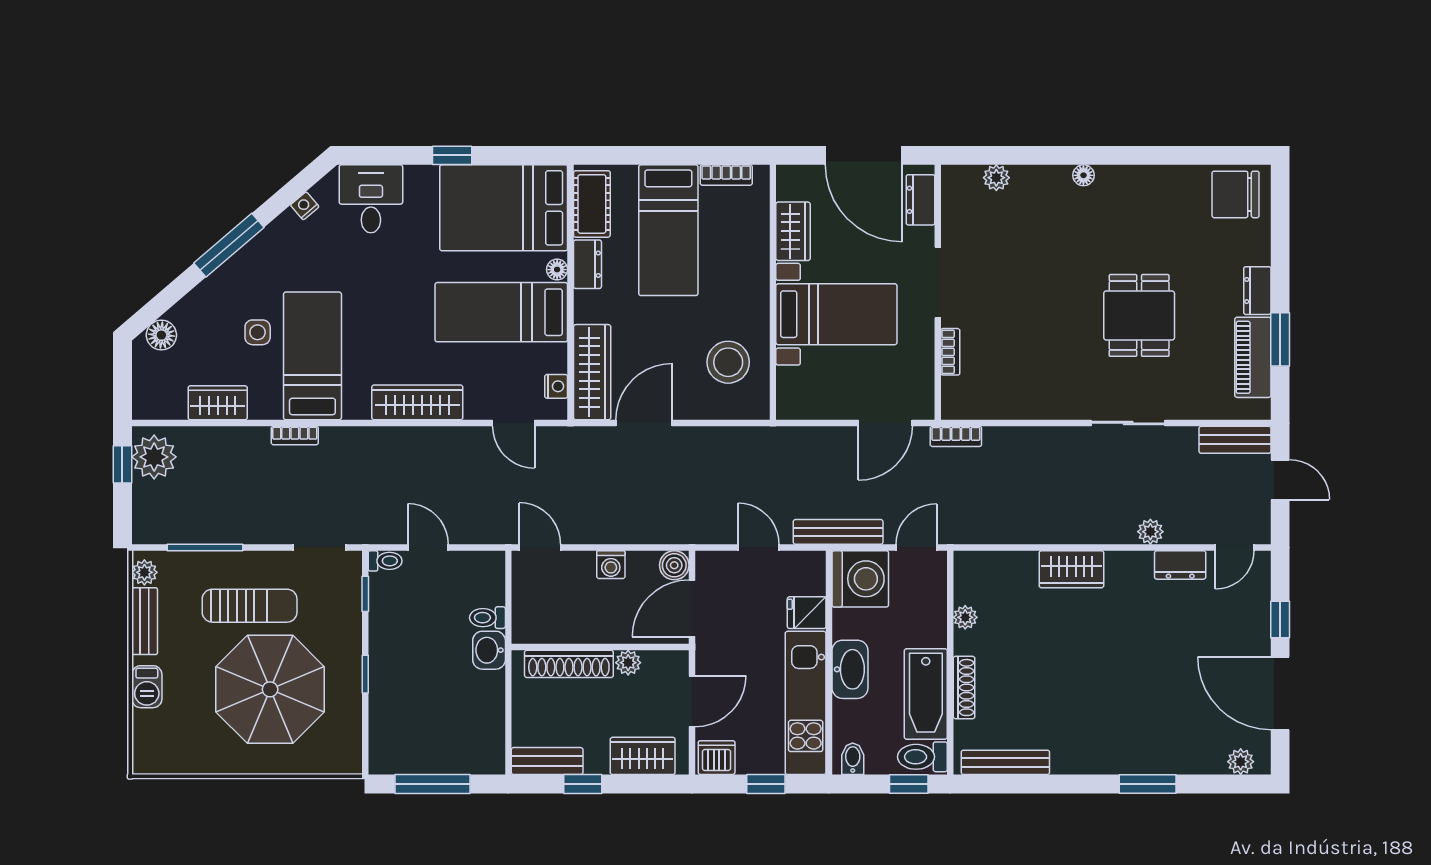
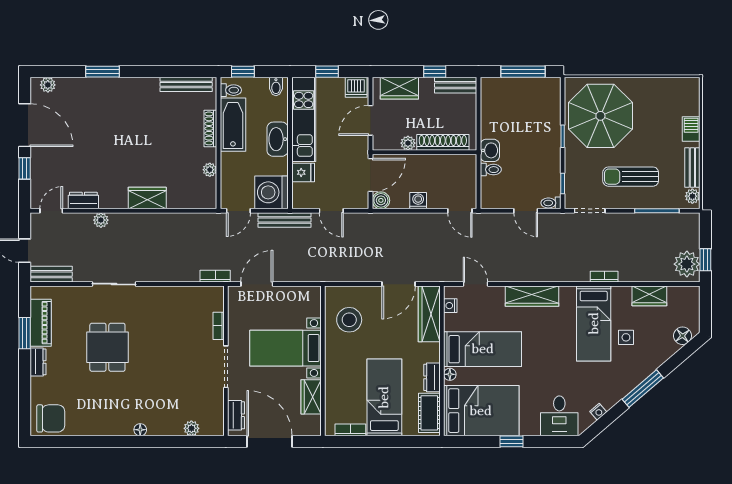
parasol: (270, 689) -> (600, 116), moved
toilet: (922, 757) -> (231, 90), width x0.73, depth x0.72

